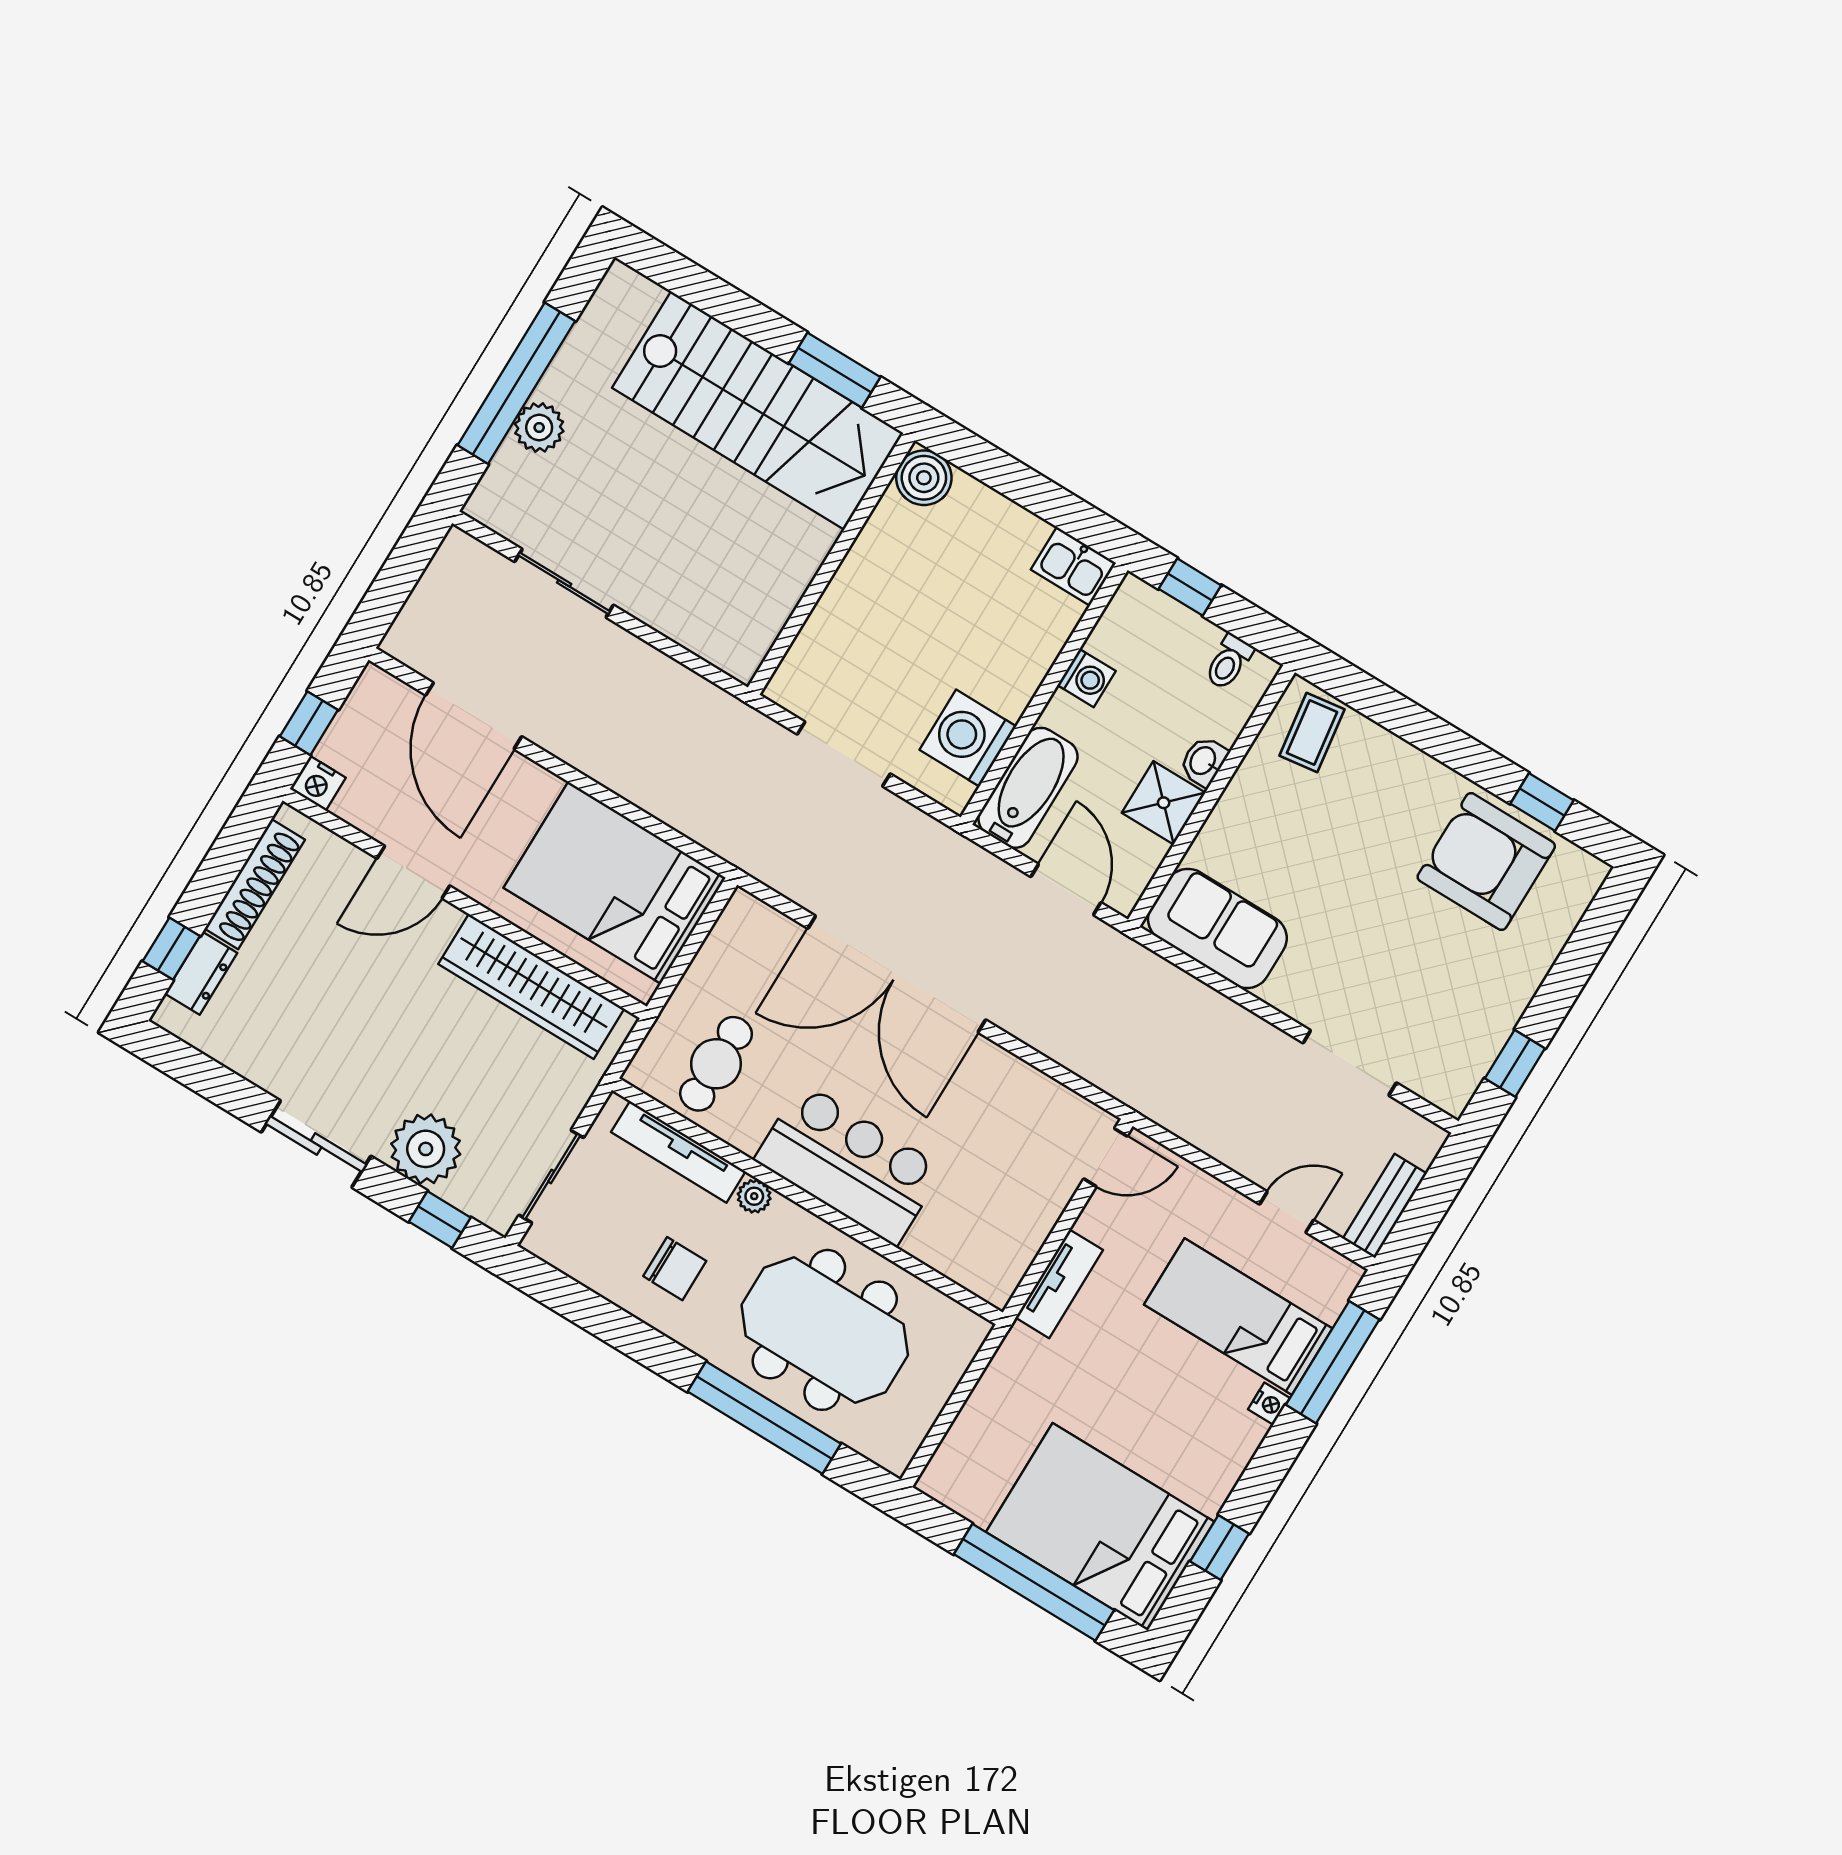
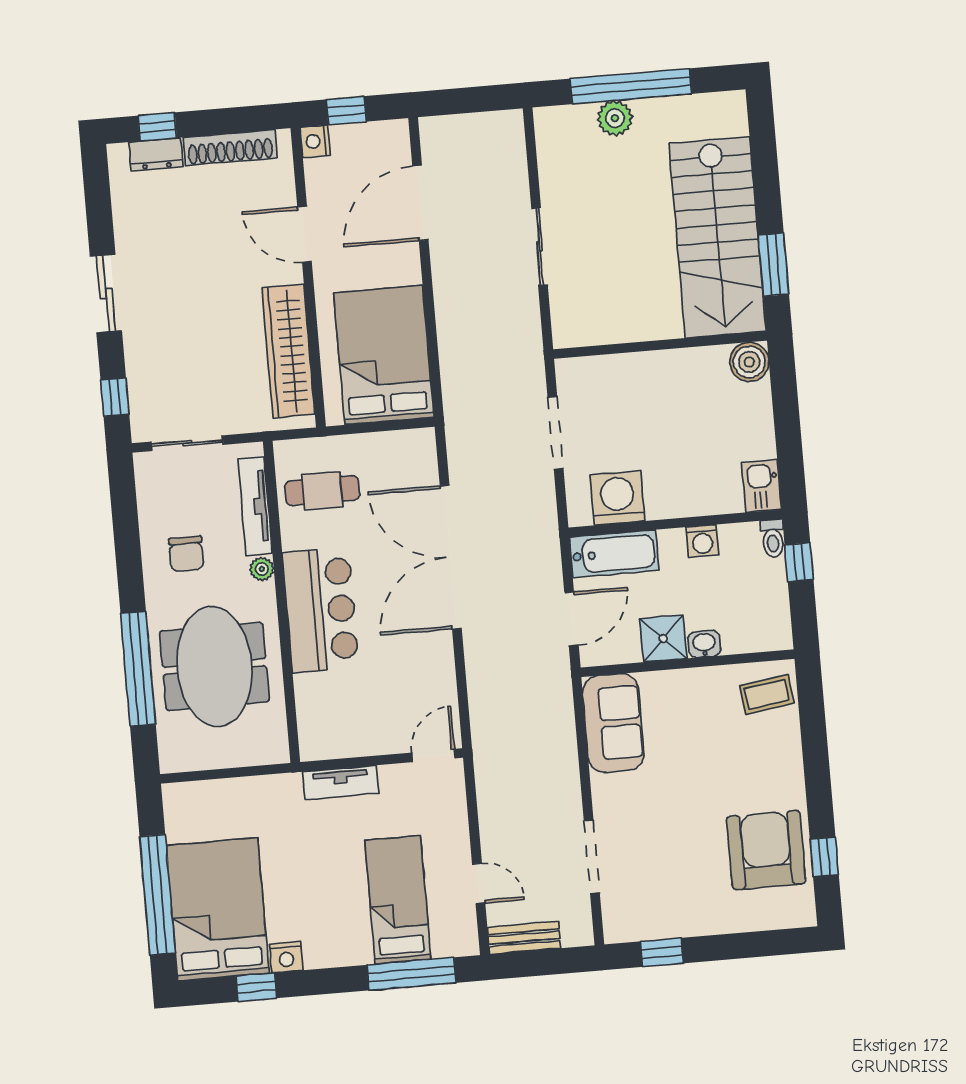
sliding door: (564, 583) -> (540, 246), moved
toilet: (1229, 662) -> (773, 538), moved, turned -90
plant: (426, 1149) -> (150, 359), removed
door: (1105, 1157) -> (433, 756), swing flipped
nightstand: (1269, 1404) -> (286, 957), moved, width x1.39, depth x1.35

